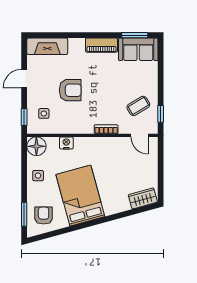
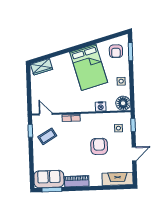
armchair: (70, 90) -> (99, 146), turned 90

